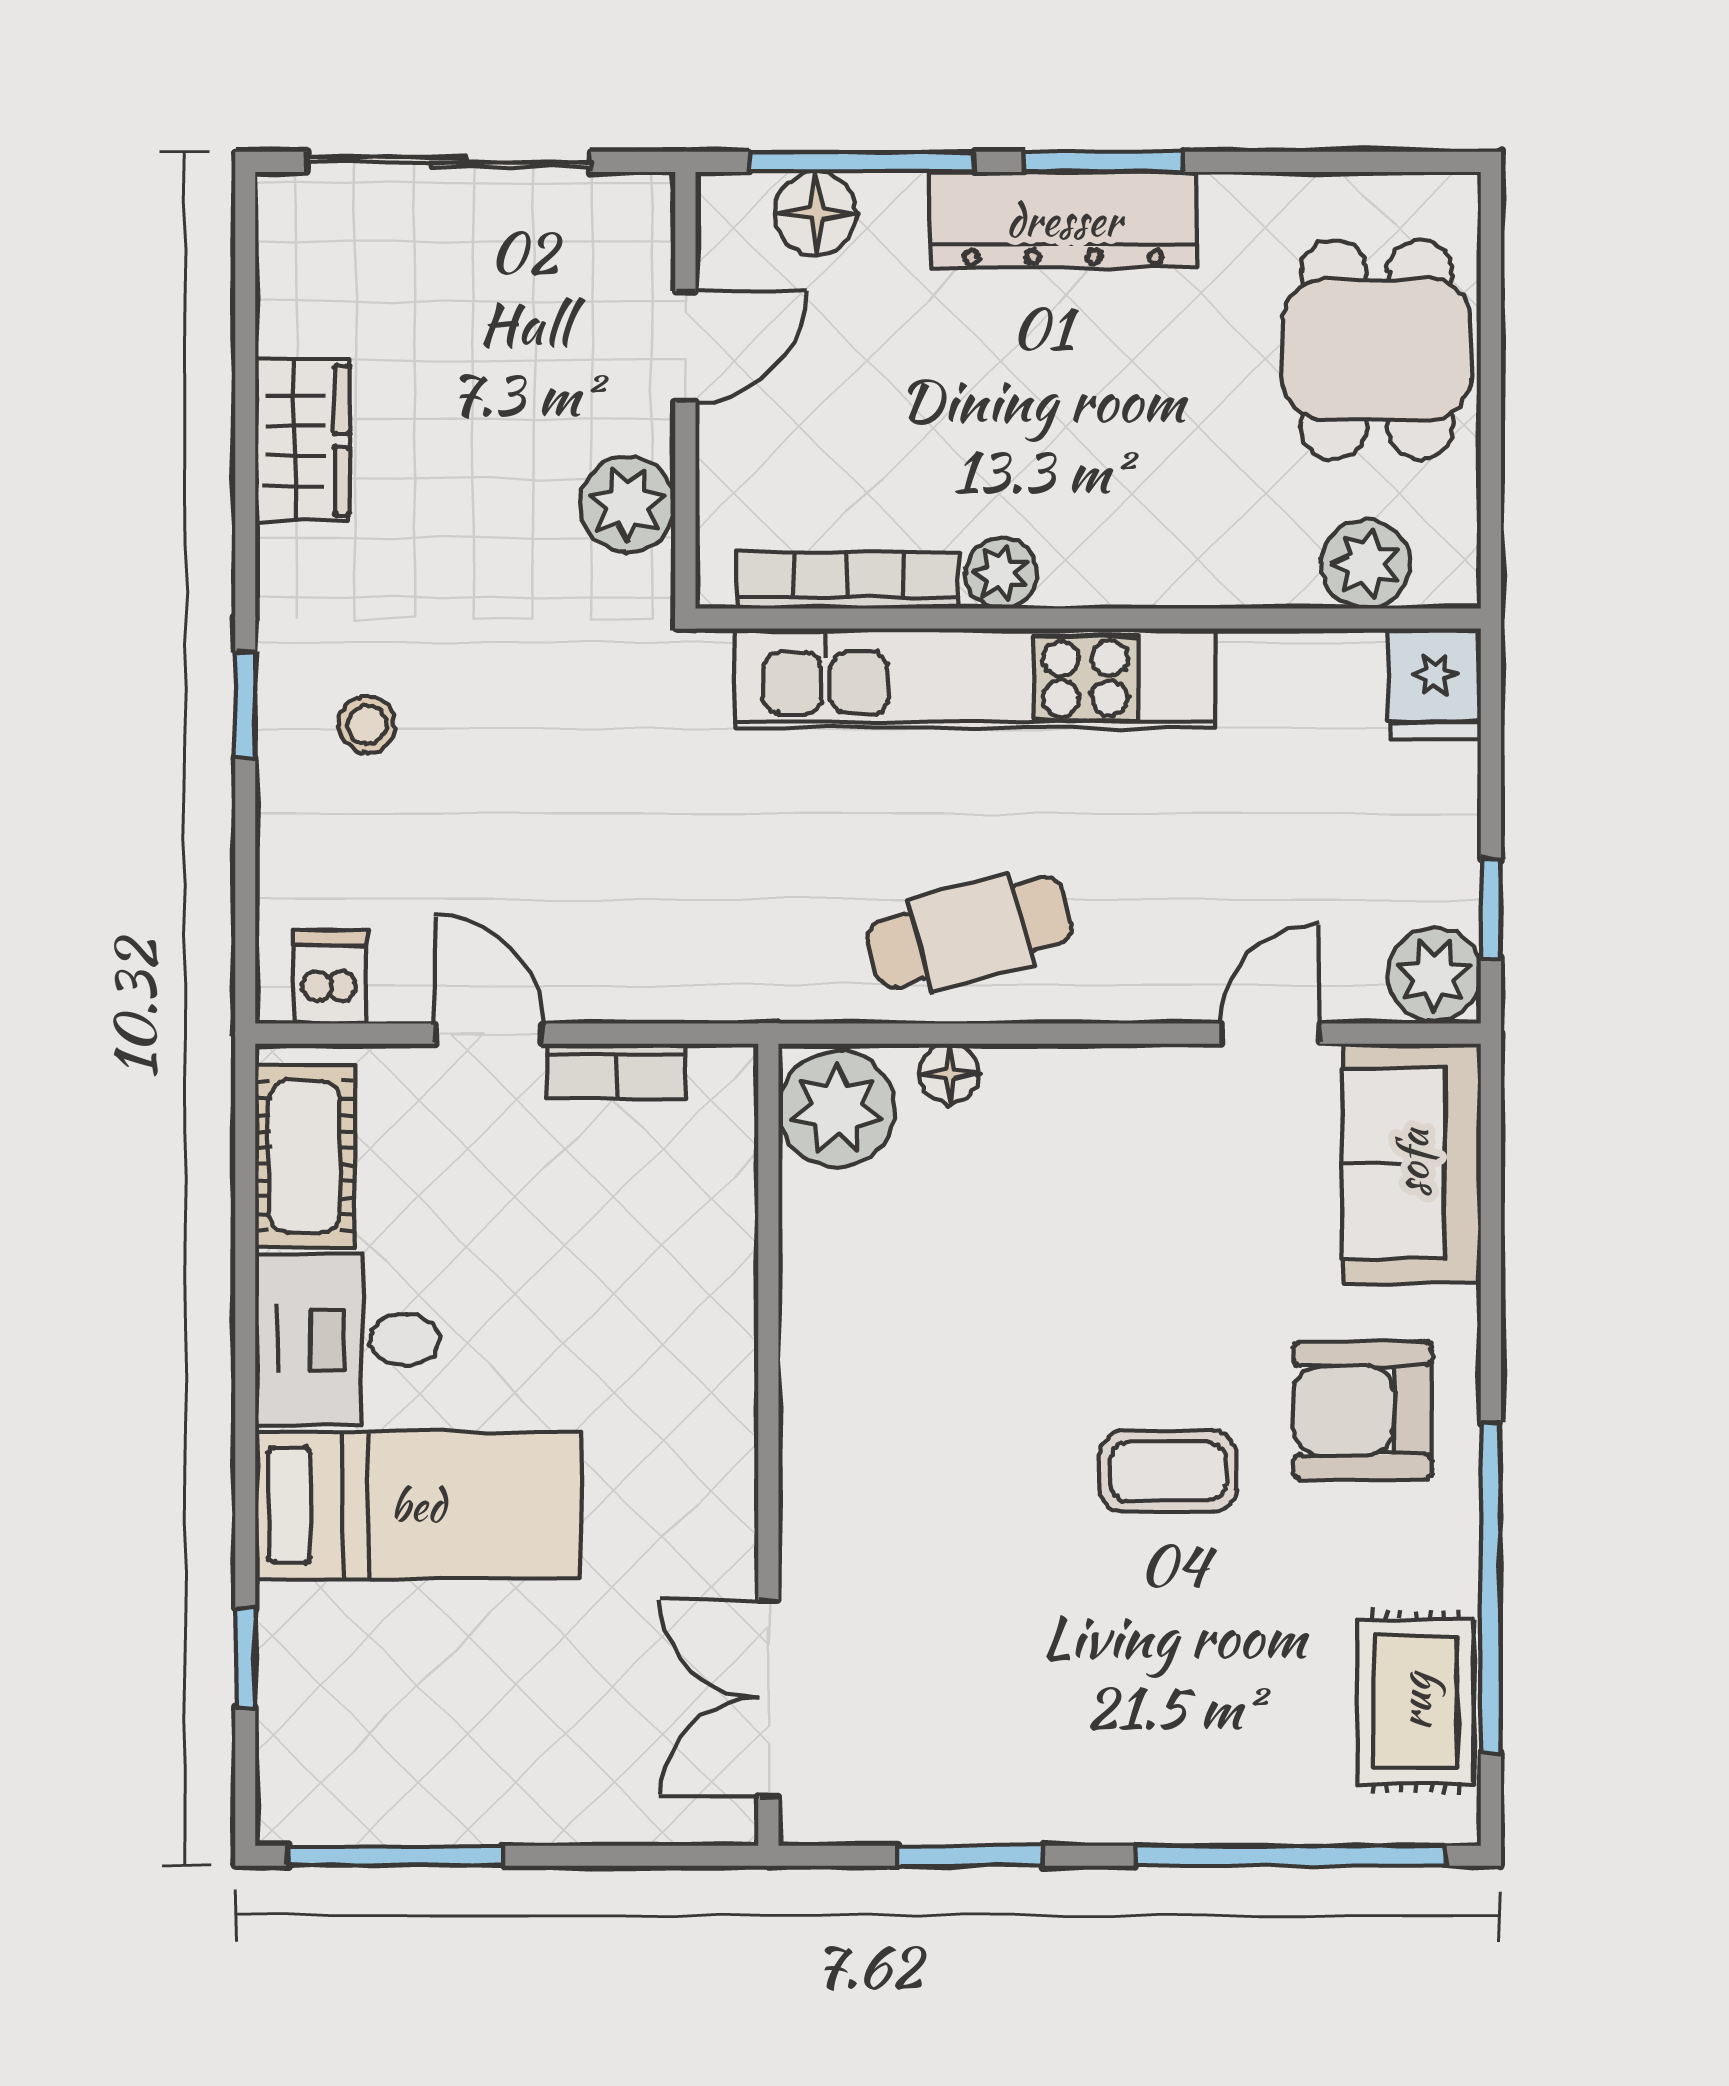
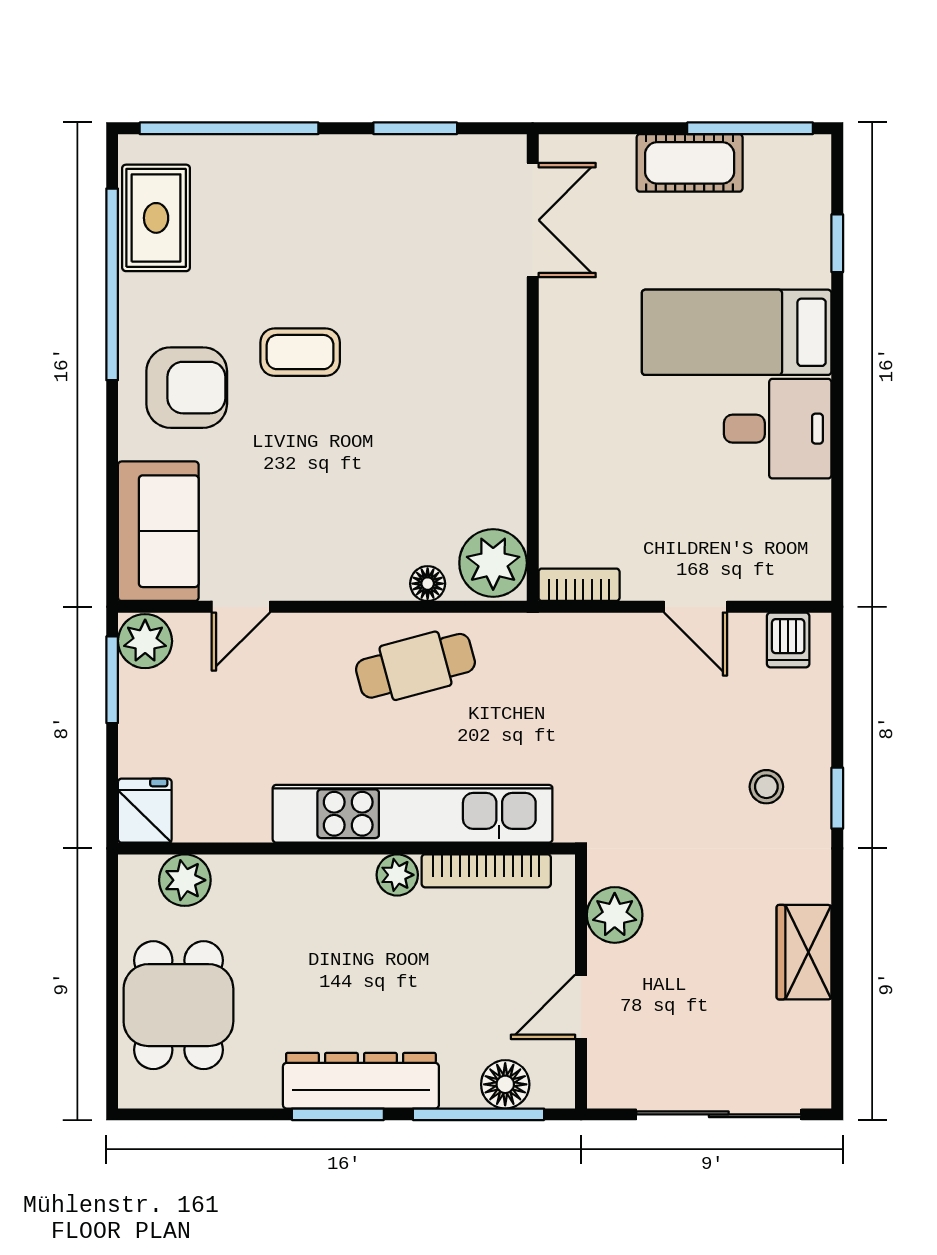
window: (1491, 908) -> (112, 680), width x1.50
bookcase: (616, 1072) -> (579, 585), moved
cot: (305, 1156) -> (690, 163), moved, turned 90

